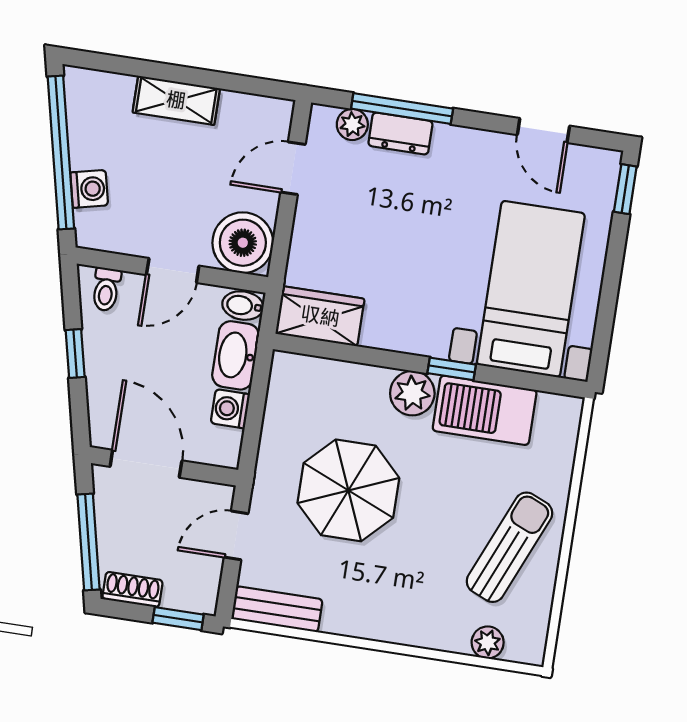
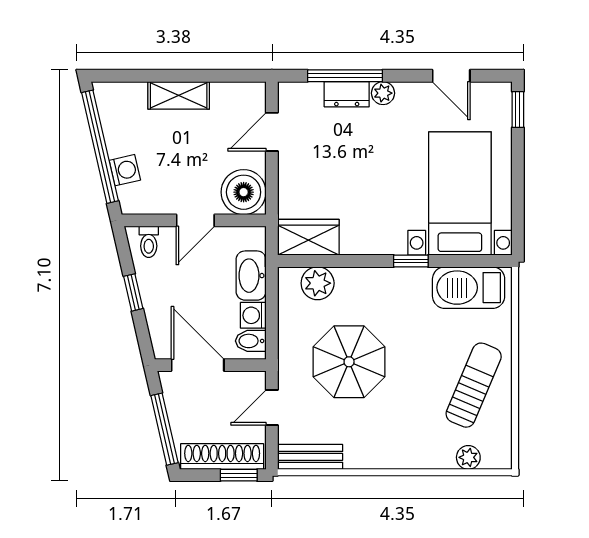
plant: (352, 124) -> (383, 93), moved
bidet: (243, 306) -> (251, 341), moved
plant: (412, 393) -> (318, 283), moved
barbecue: (485, 410) -> (469, 288), moved
shoe rack: (132, 590) -> (222, 457), width x1.94, depth x1.24

